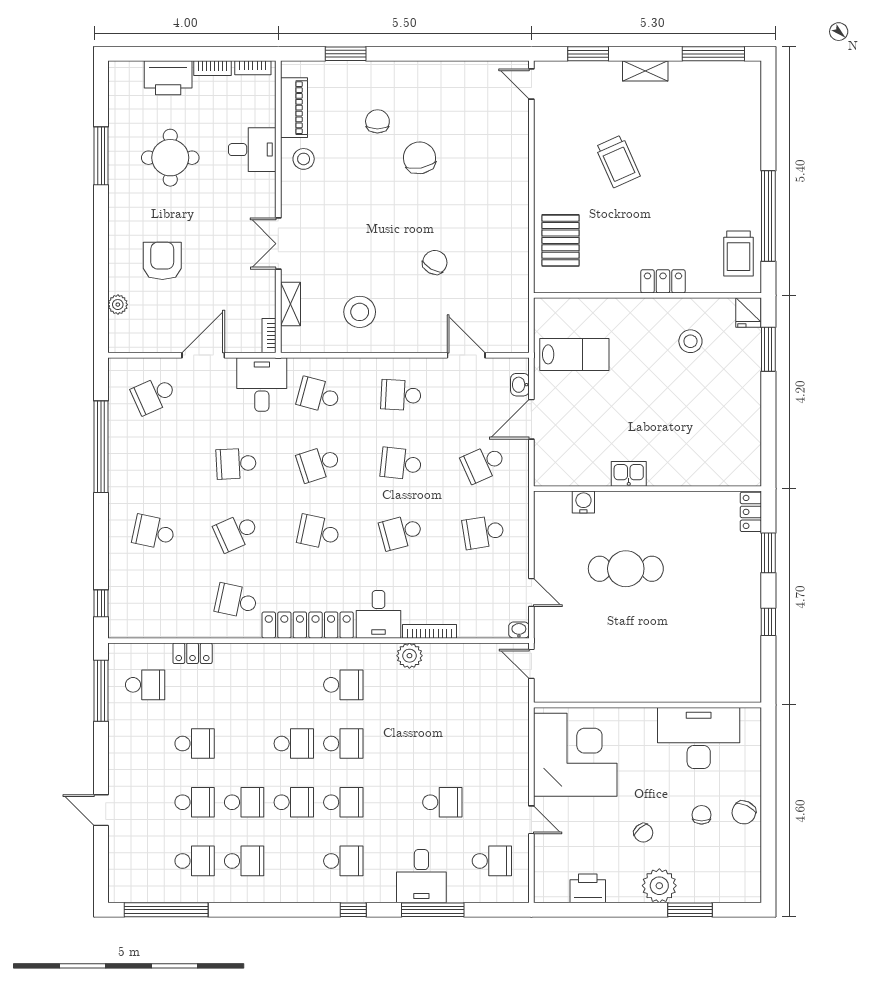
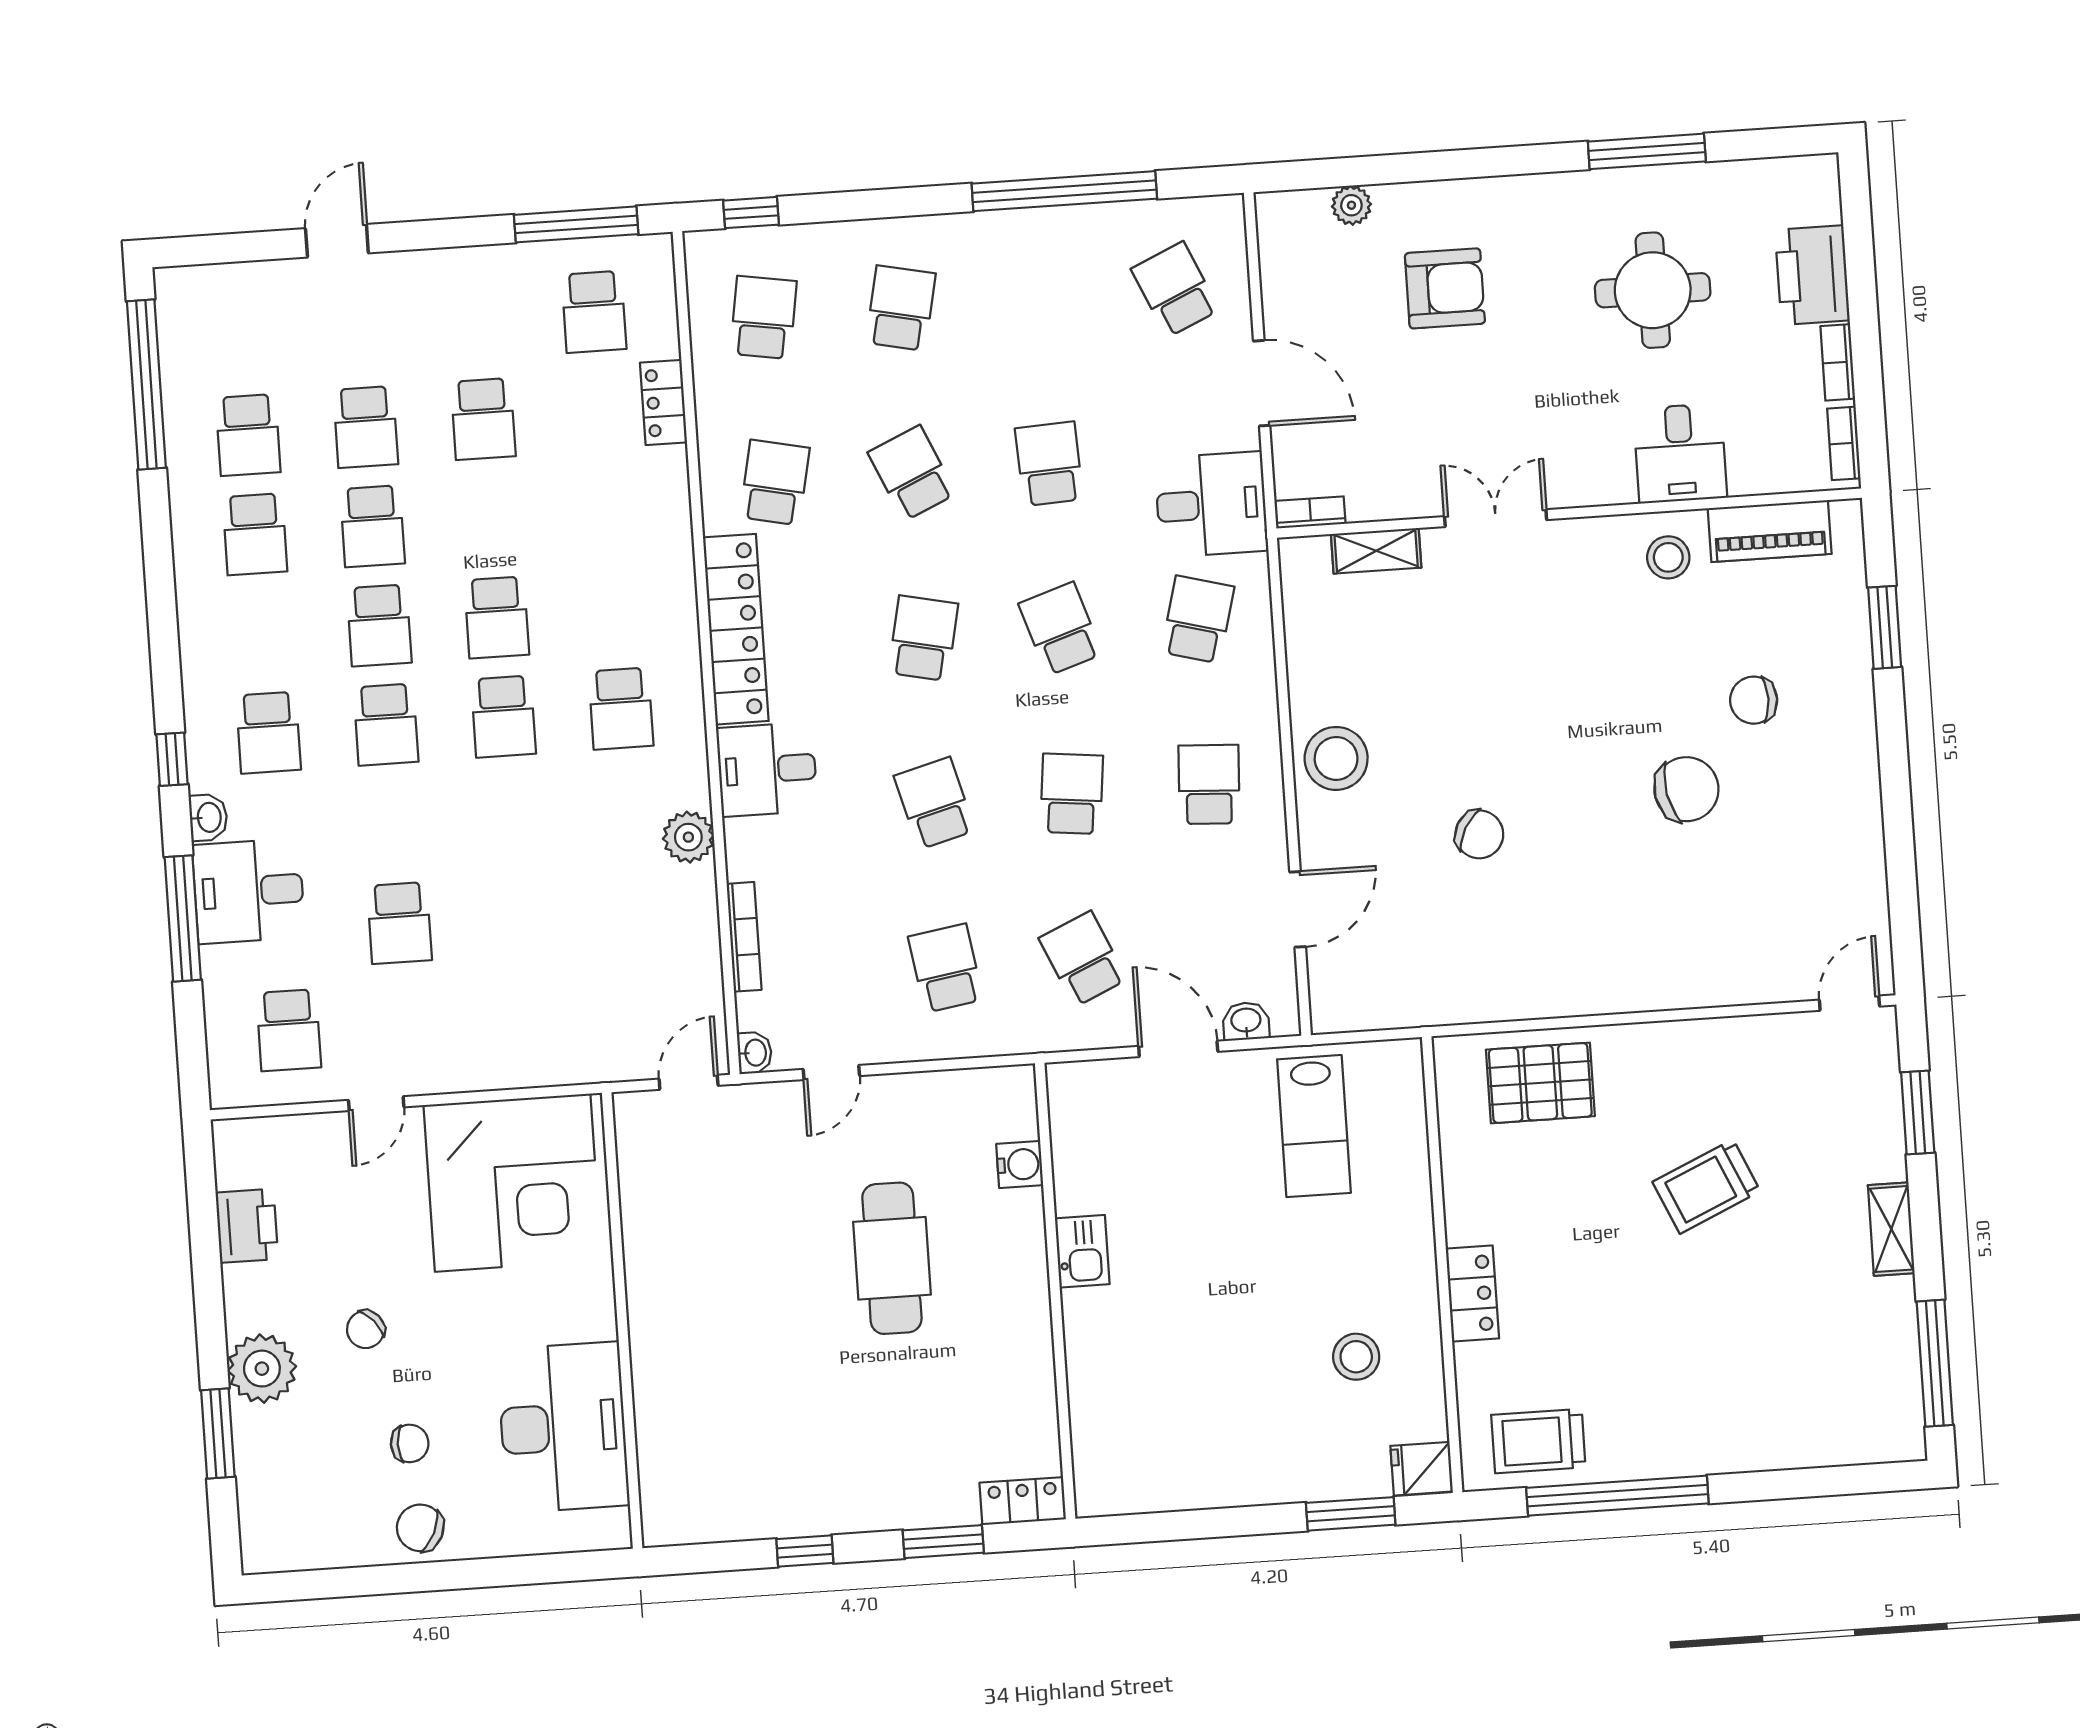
chair: (377, 121) -> (1754, 700), turned 180
stool: (360, 312) -> (1336, 758), moved
school desk: (154, 601) -> (763, 317), added
bookcase: (429, 631) -> (744, 937), moved
washbasin: (383, 894) -> (208, 817), added

